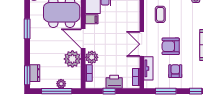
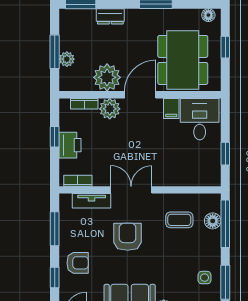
armchair: (175, 71) -> (78, 263), moved
dresser: (35, 73) -> (110, 16), moved
window: (57, 91) -> (55, 52), width x0.69

